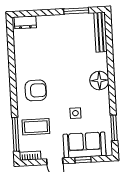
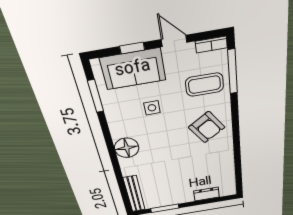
dresser: (25, 22) -> (207, 194), moved
armchair: (36, 90) -> (207, 127), turned -124

